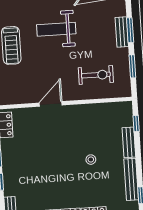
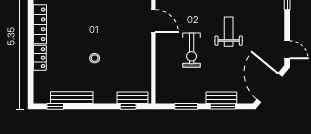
weight bench: (56, 29) -> (229, 32), width x0.73, depth x0.75
exercise bike: (96, 75) -> (192, 50), moved
bench: (129, 142) -> (132, 98), moved

